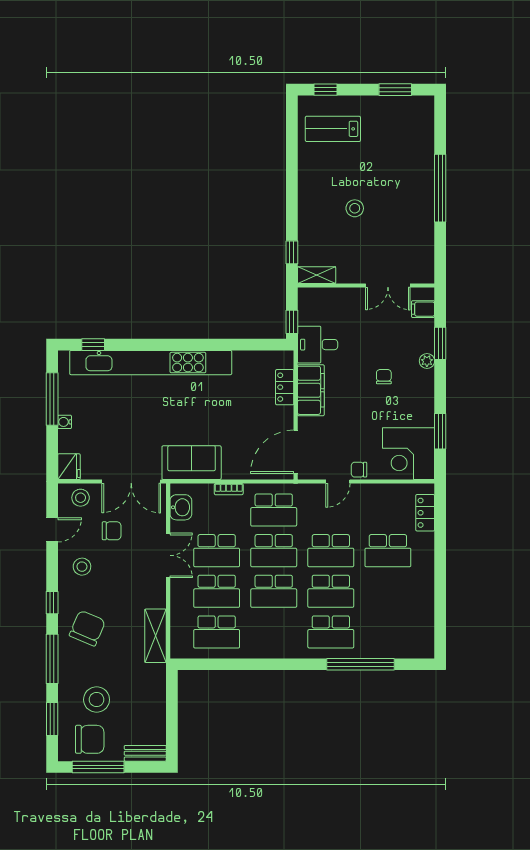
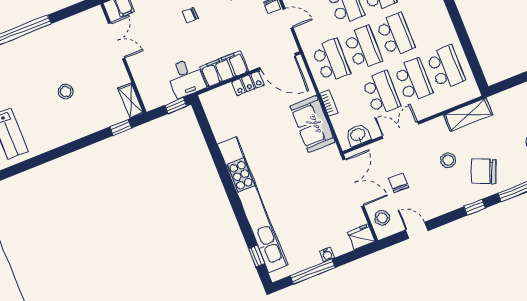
locker: (285, 387) -> (248, 83), moved
sofa: (192, 463) -> (313, 124), moved
stool: (82, 567) -> (448, 160), moved

